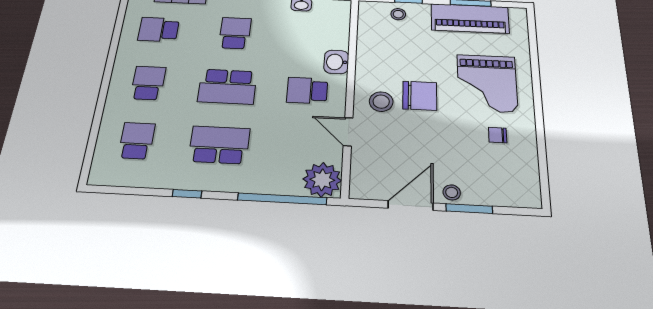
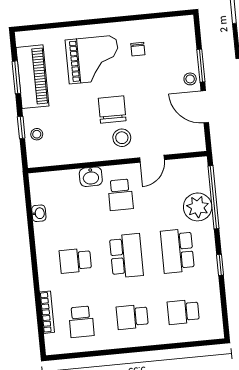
plant: (322, 180) -> (198, 207), moved

